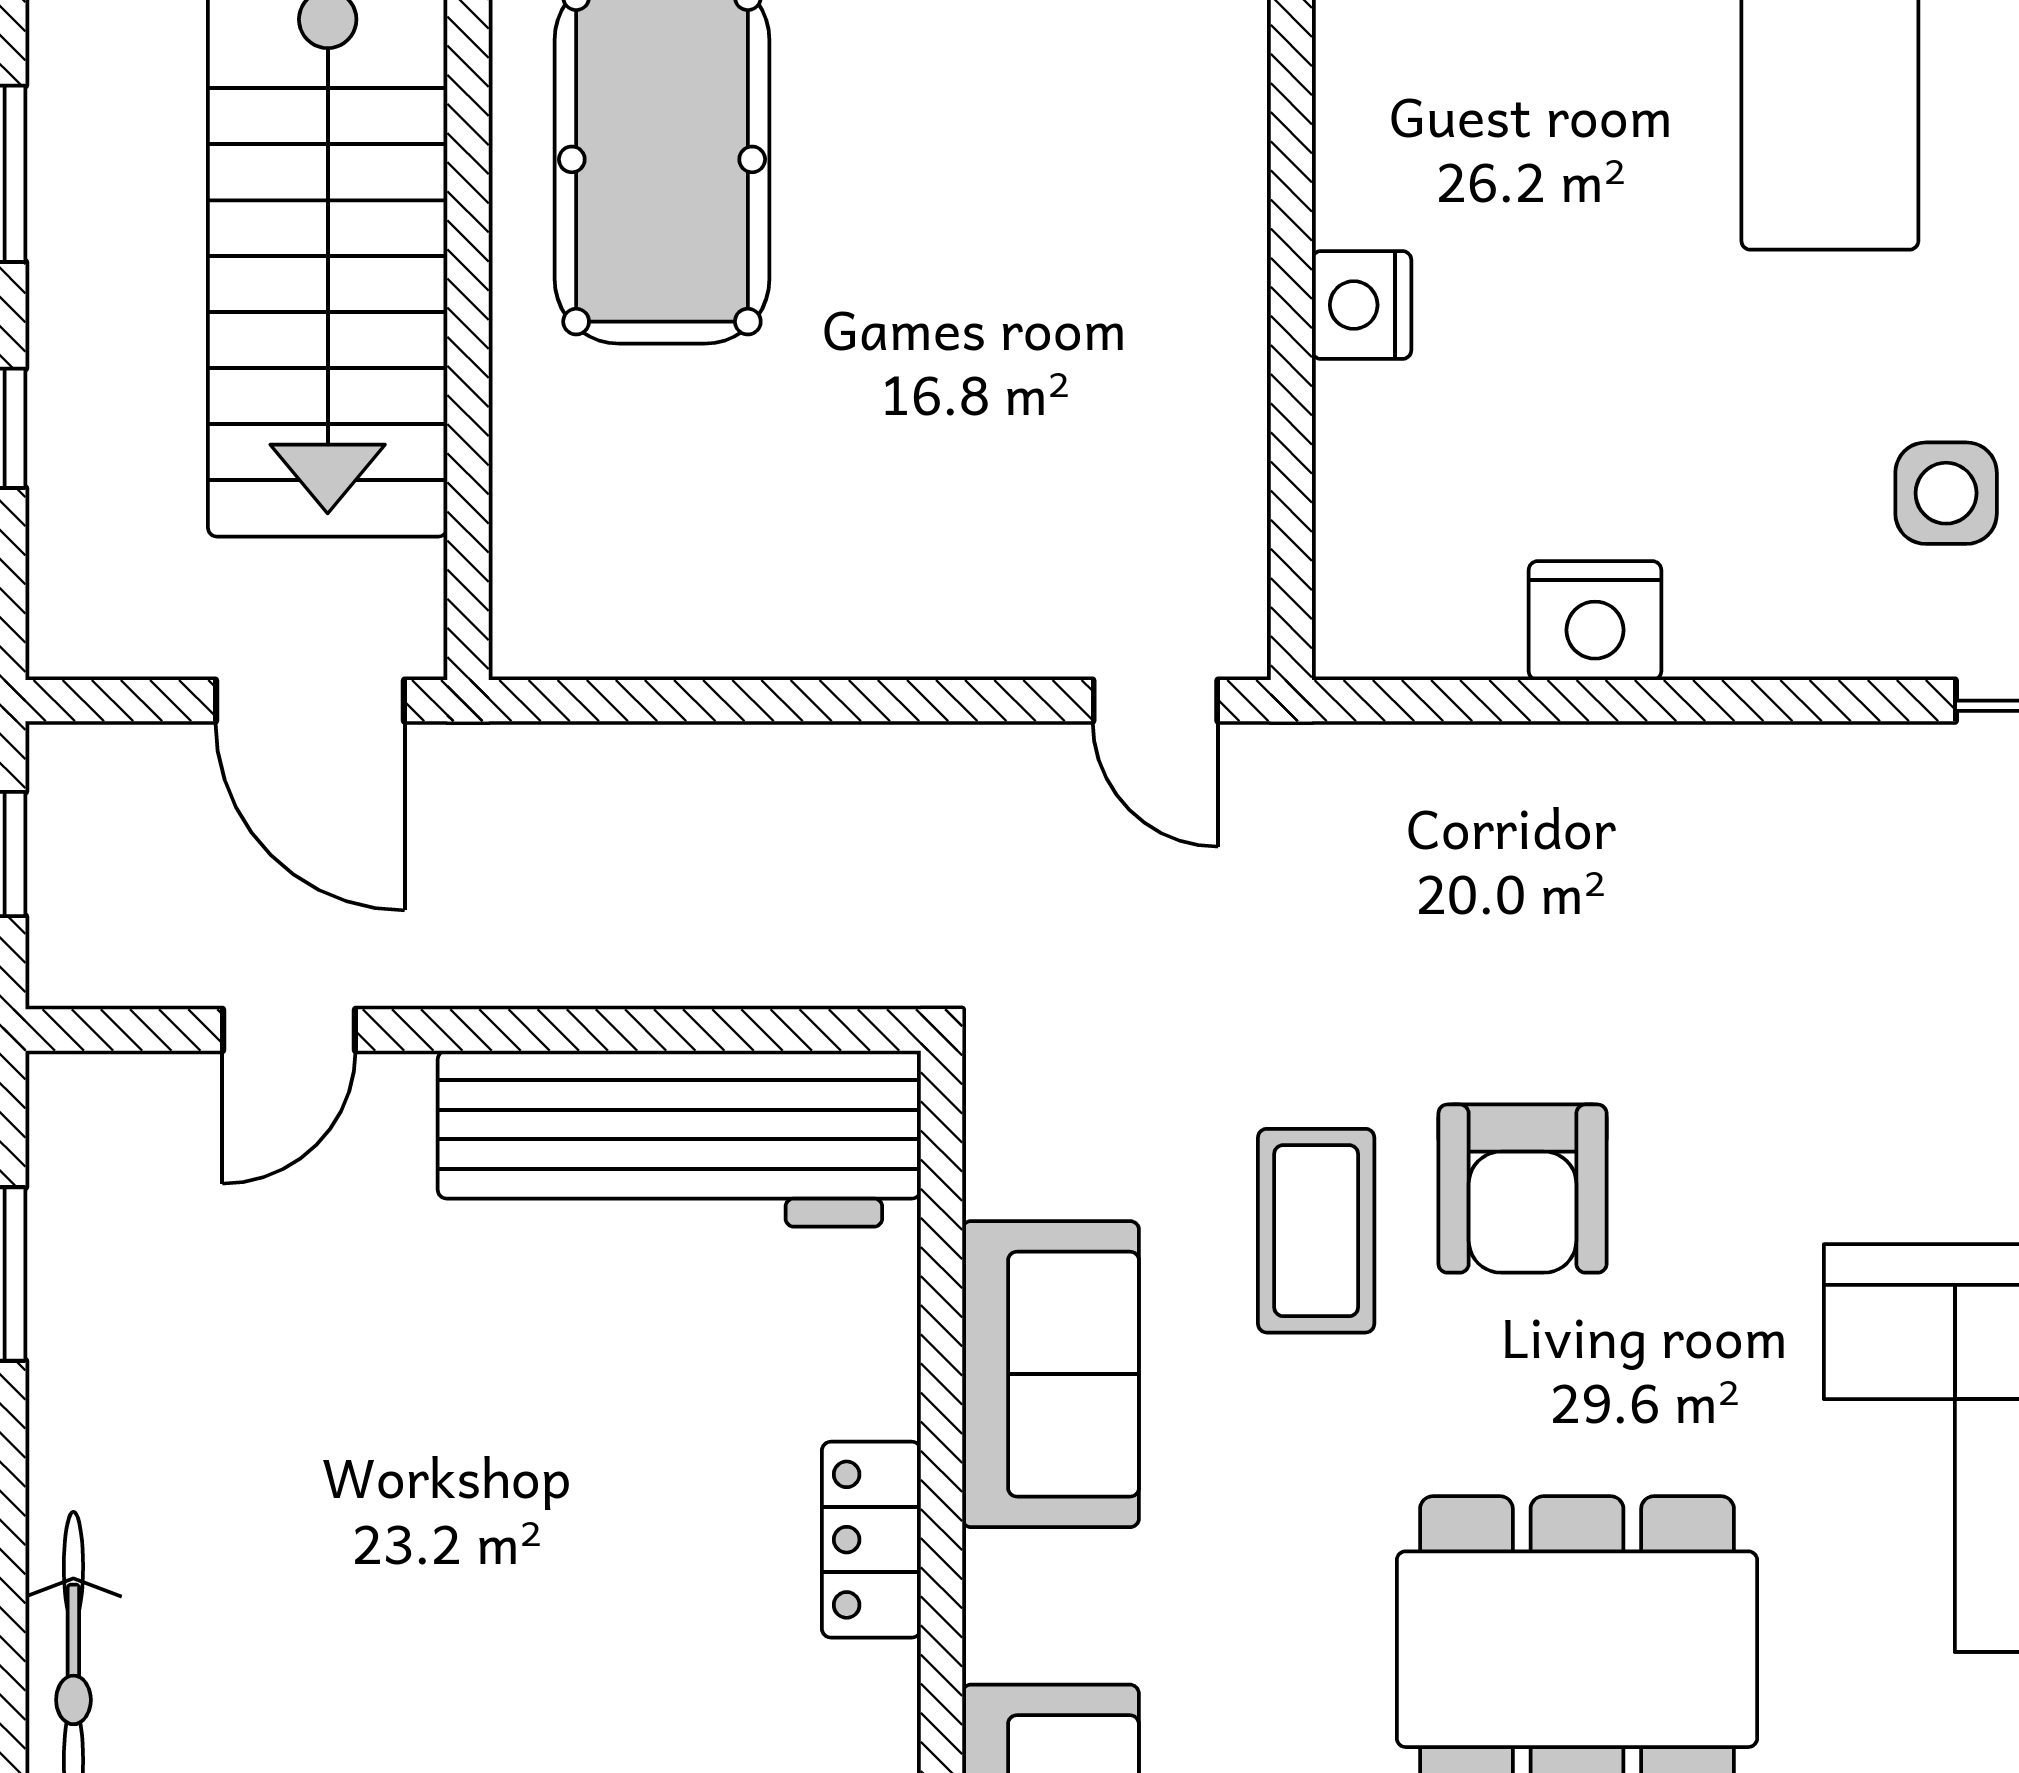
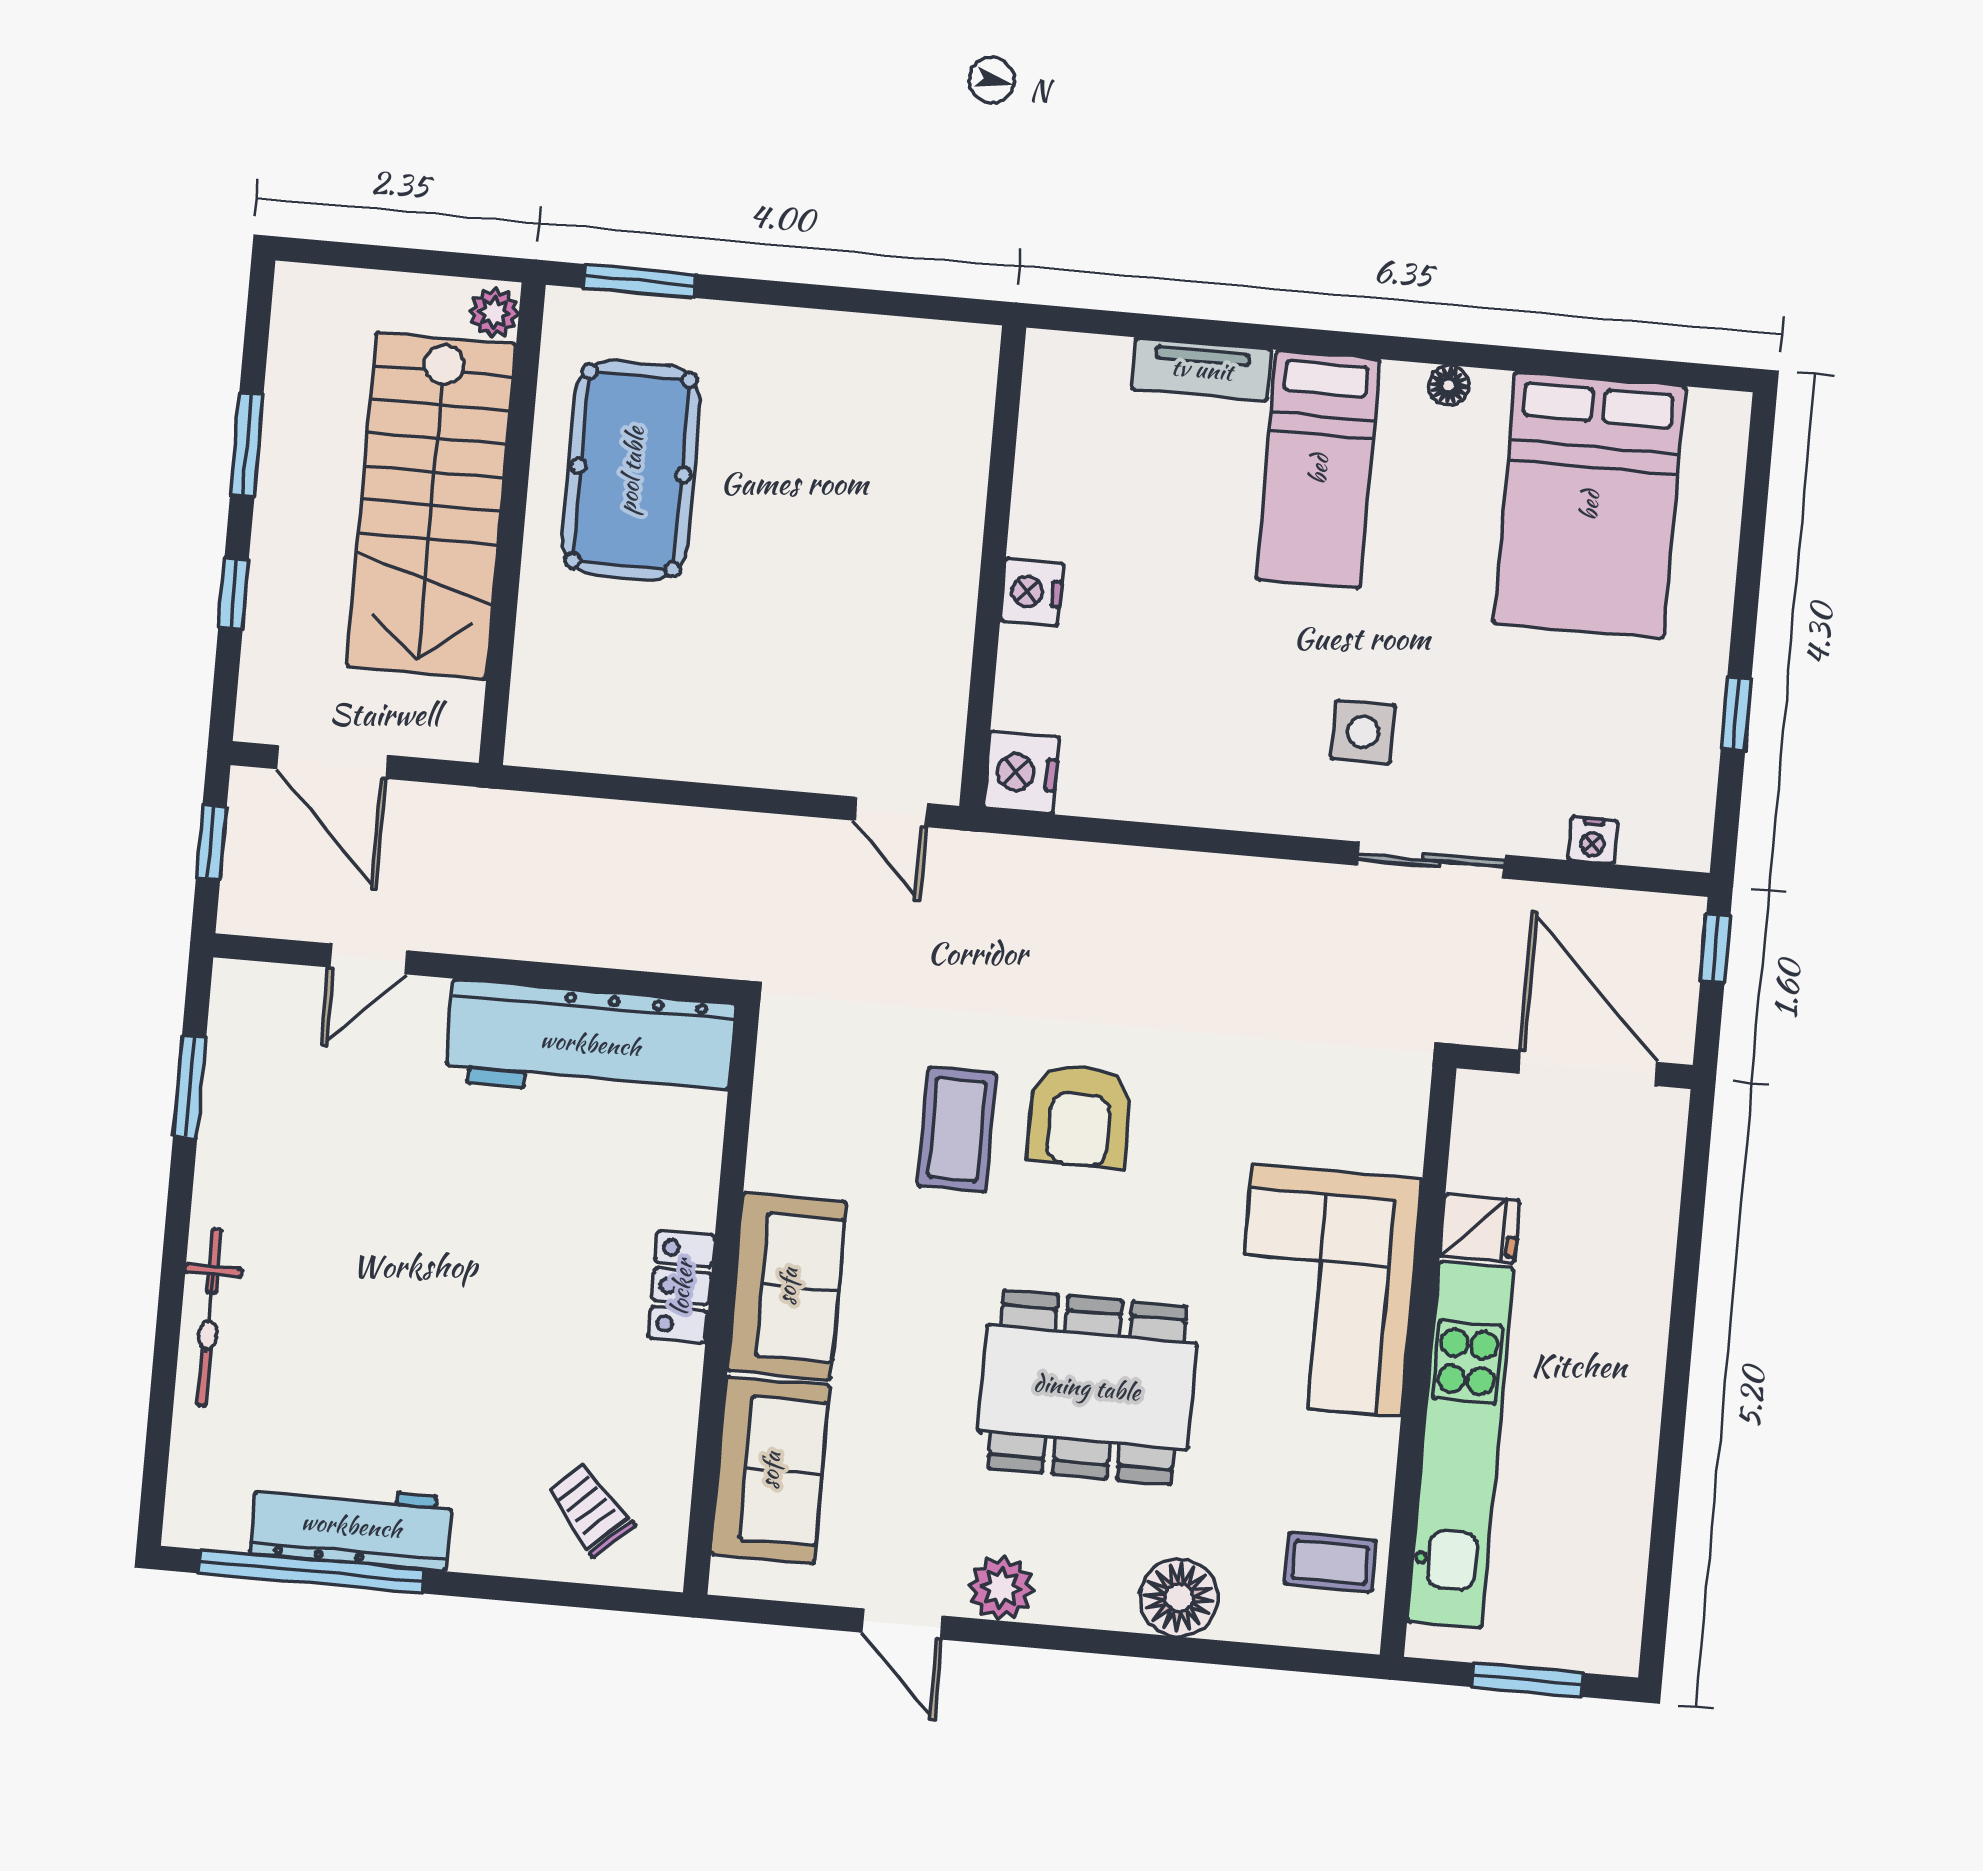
nightstand: (1595, 621) -> (1021, 772), moved, turned 90
door: (310, 701) -> (332, 762), moved
sofa: (1050, 1374) -> (787, 1286), moved

